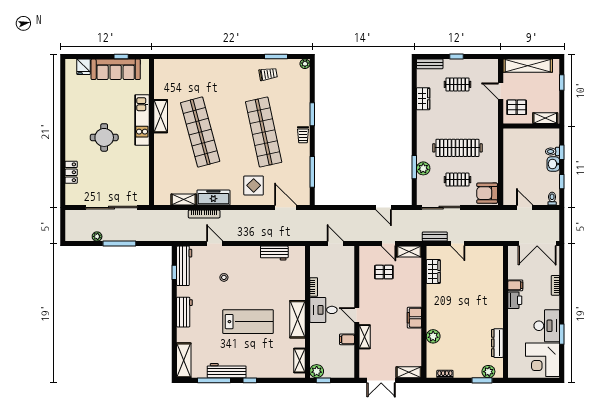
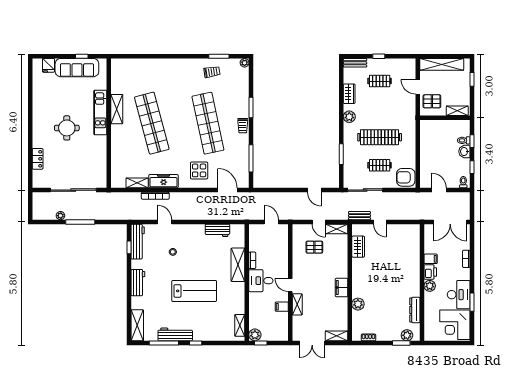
plant: (423, 168) -> (349, 117), moved
plant: (514, 316) -> (430, 286), added
shelving: (297, 319) -> (238, 265), moved

